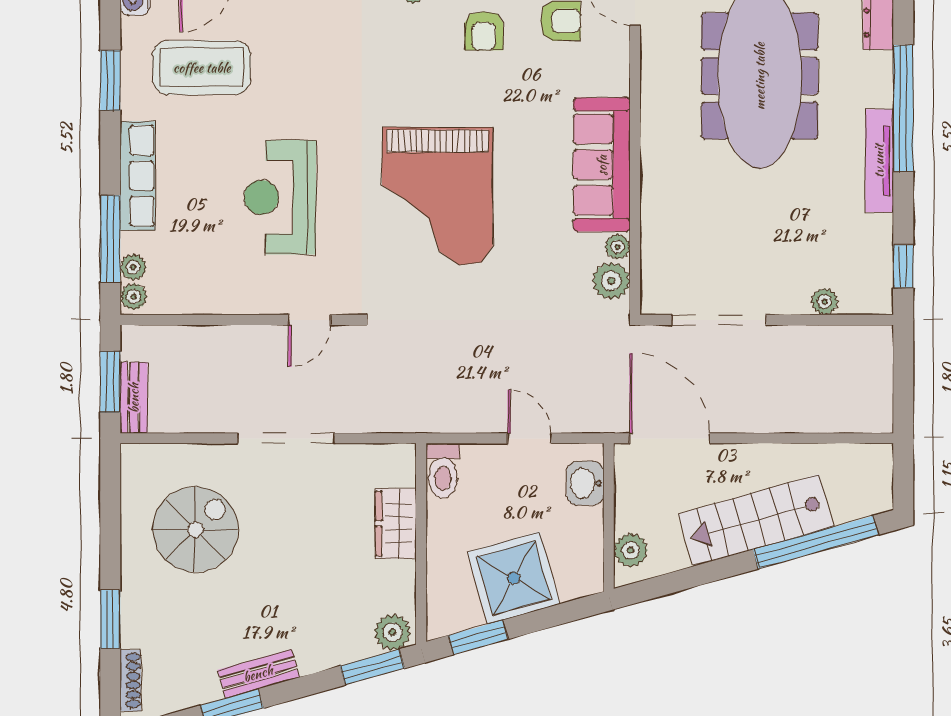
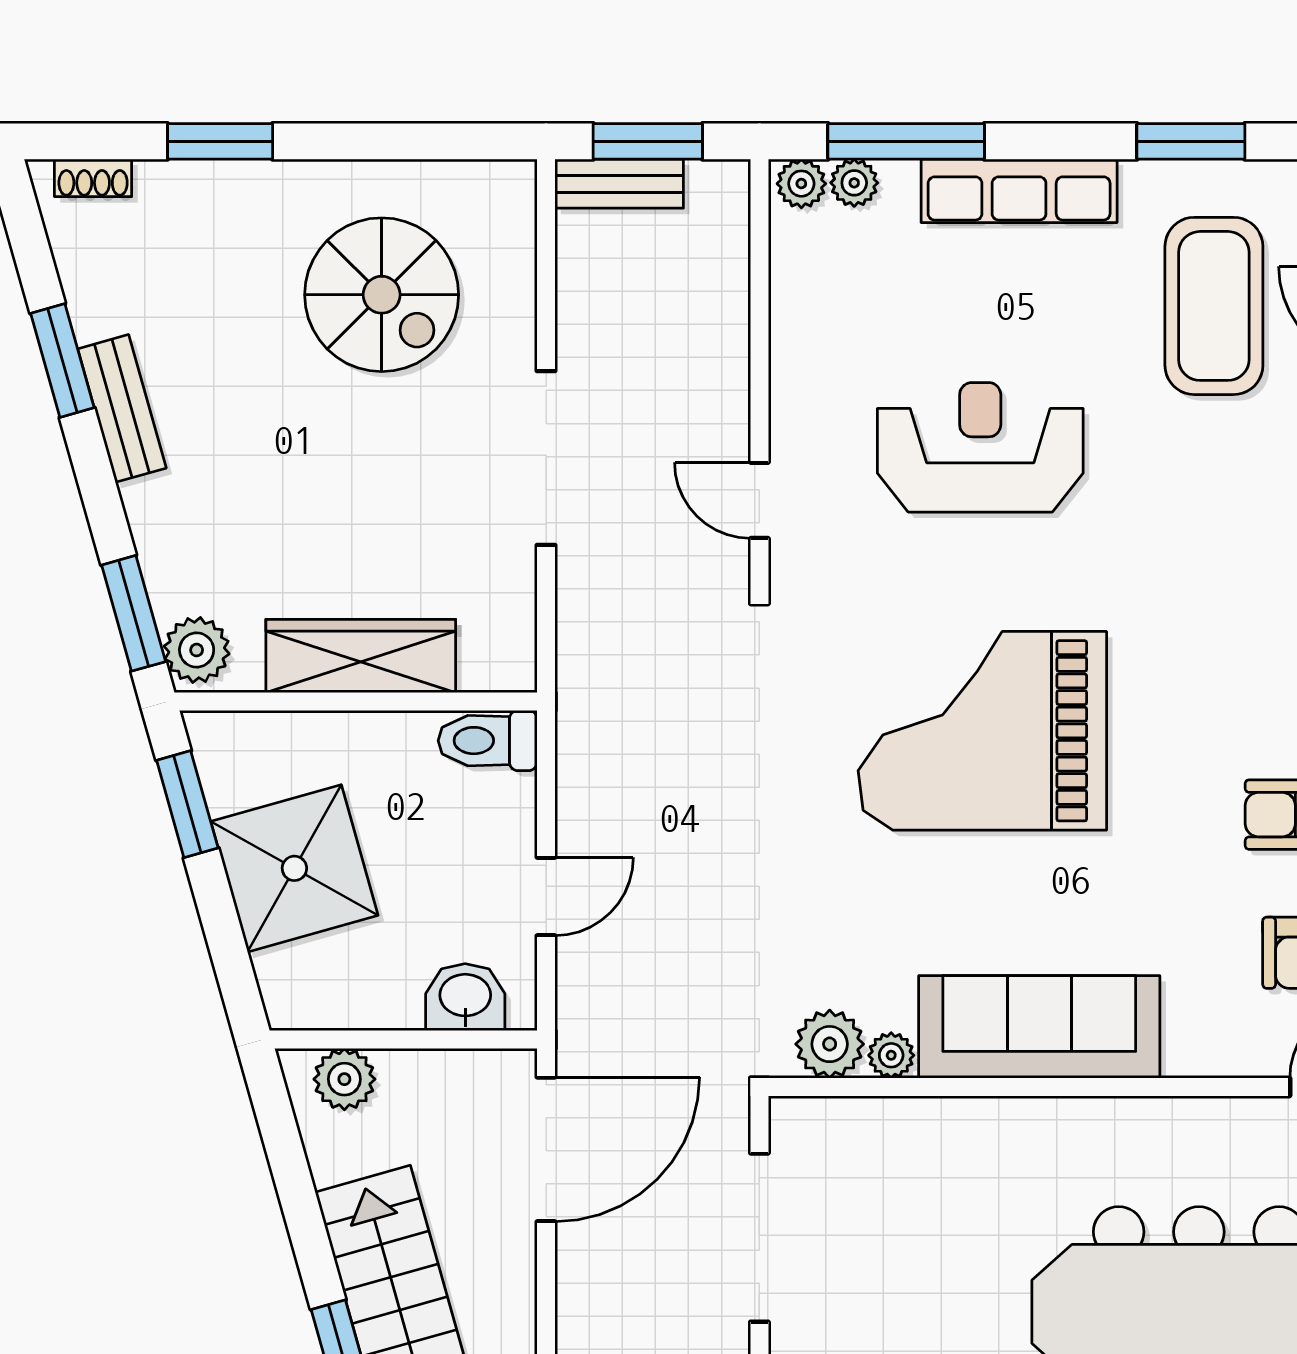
wardrobe: (396, 524) -> (361, 656), width x1.50
shoe rack: (131, 680) -> (93, 178), width x0.70

